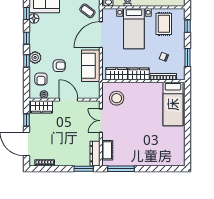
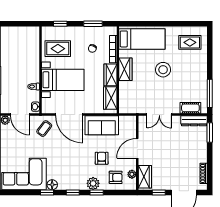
wardrobe: (144, 88) -> (125, 69), added
stool: (117, 98) -> (163, 70), moved
rug: (170, 150) -> (190, 42), added

